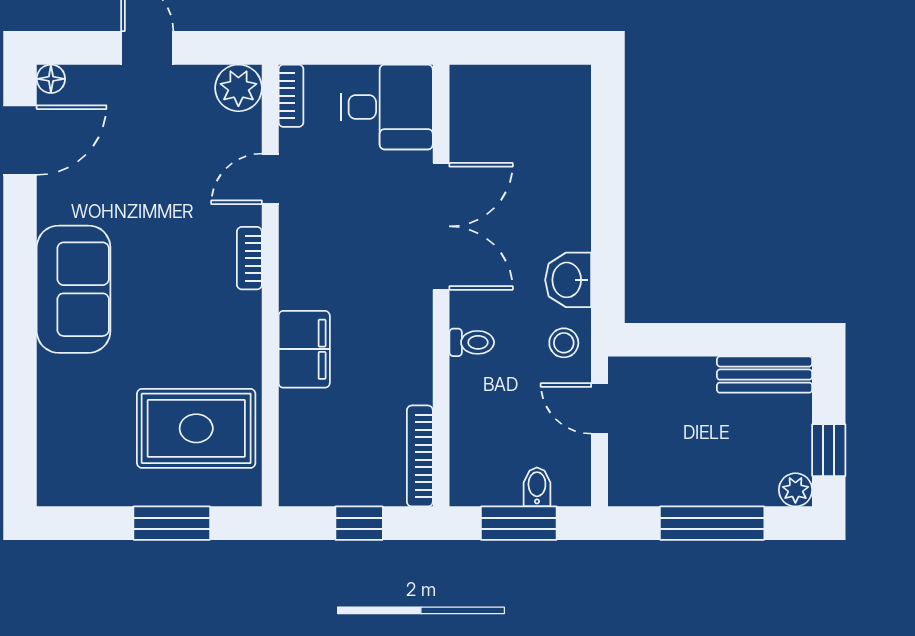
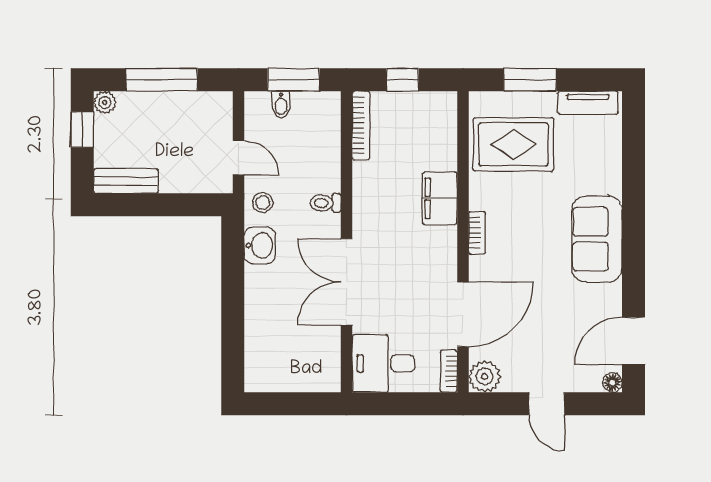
door: (270, 179) -> (463, 314), width x1.88
bookcase: (249, 258) -> (477, 233), moved
tv unit: (87, 490) -> (588, 103), added

